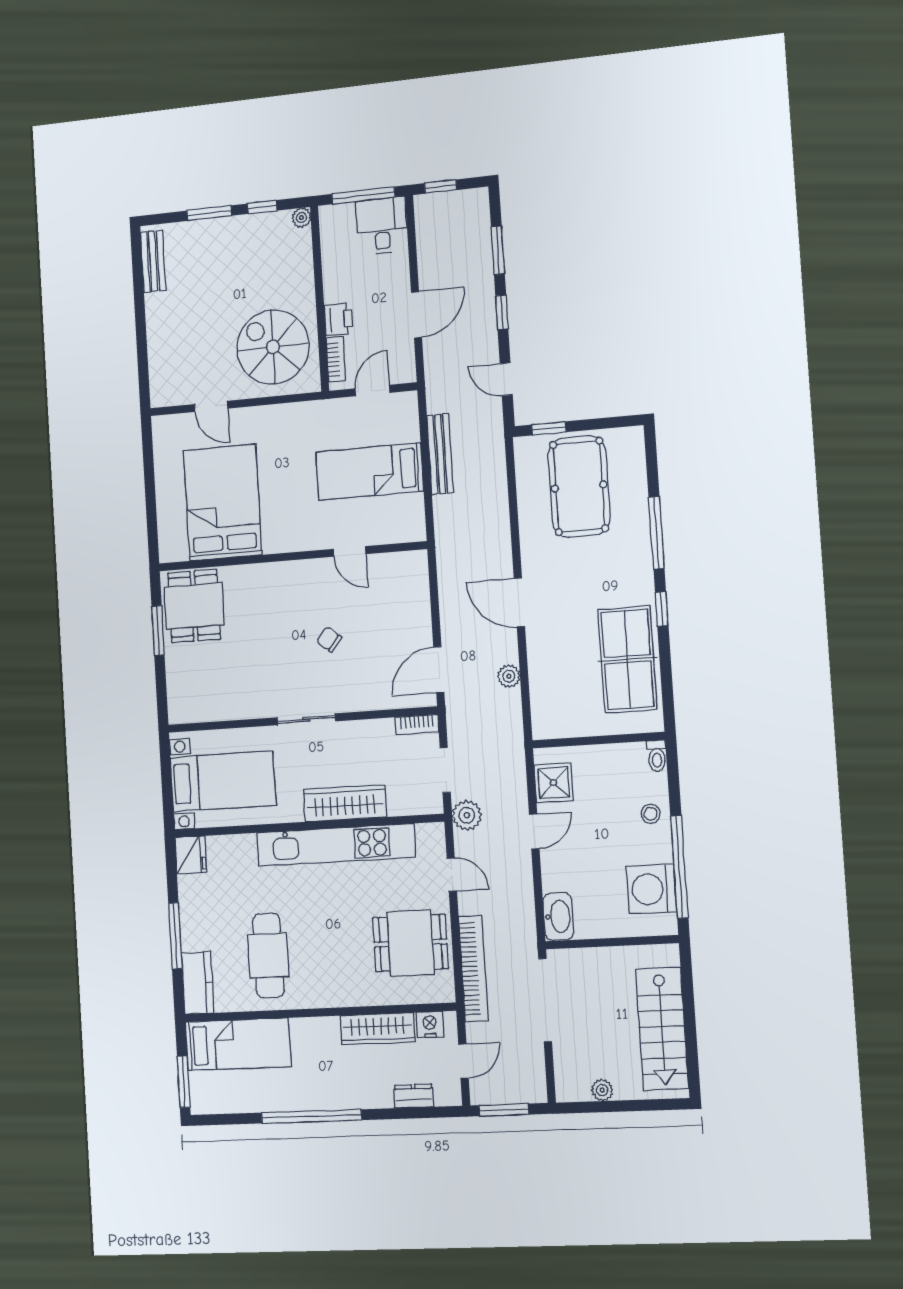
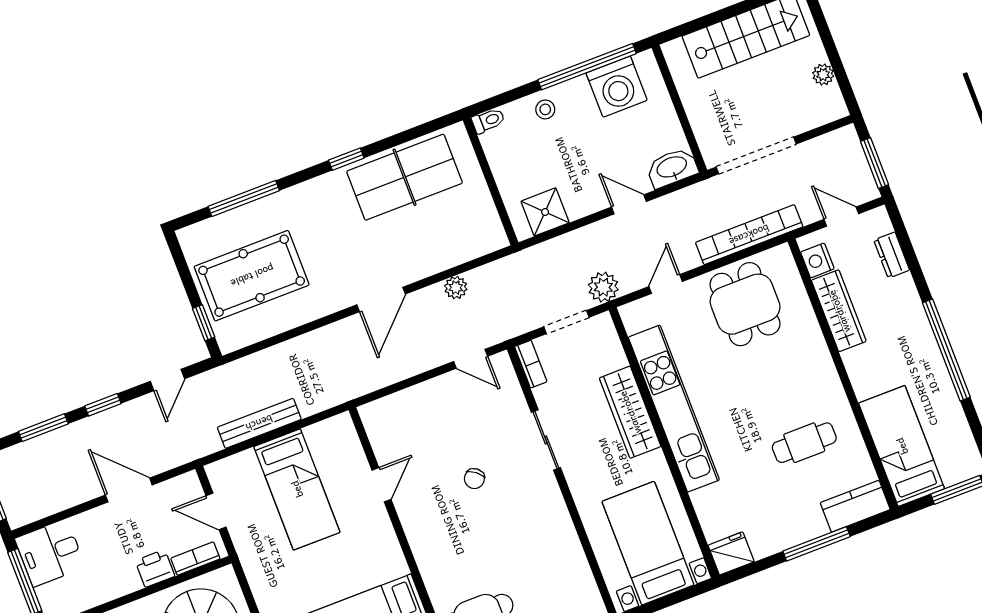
window: (657, 533) -> (244, 198), moved
door: (439, 670) -> (471, 359), width x0.73
sliding door: (306, 719) -> (546, 440), moved
door: (534, 832) -> (629, 204), moved
cafe table: (268, 955) -> (804, 443), width x0.73, depth x0.74

